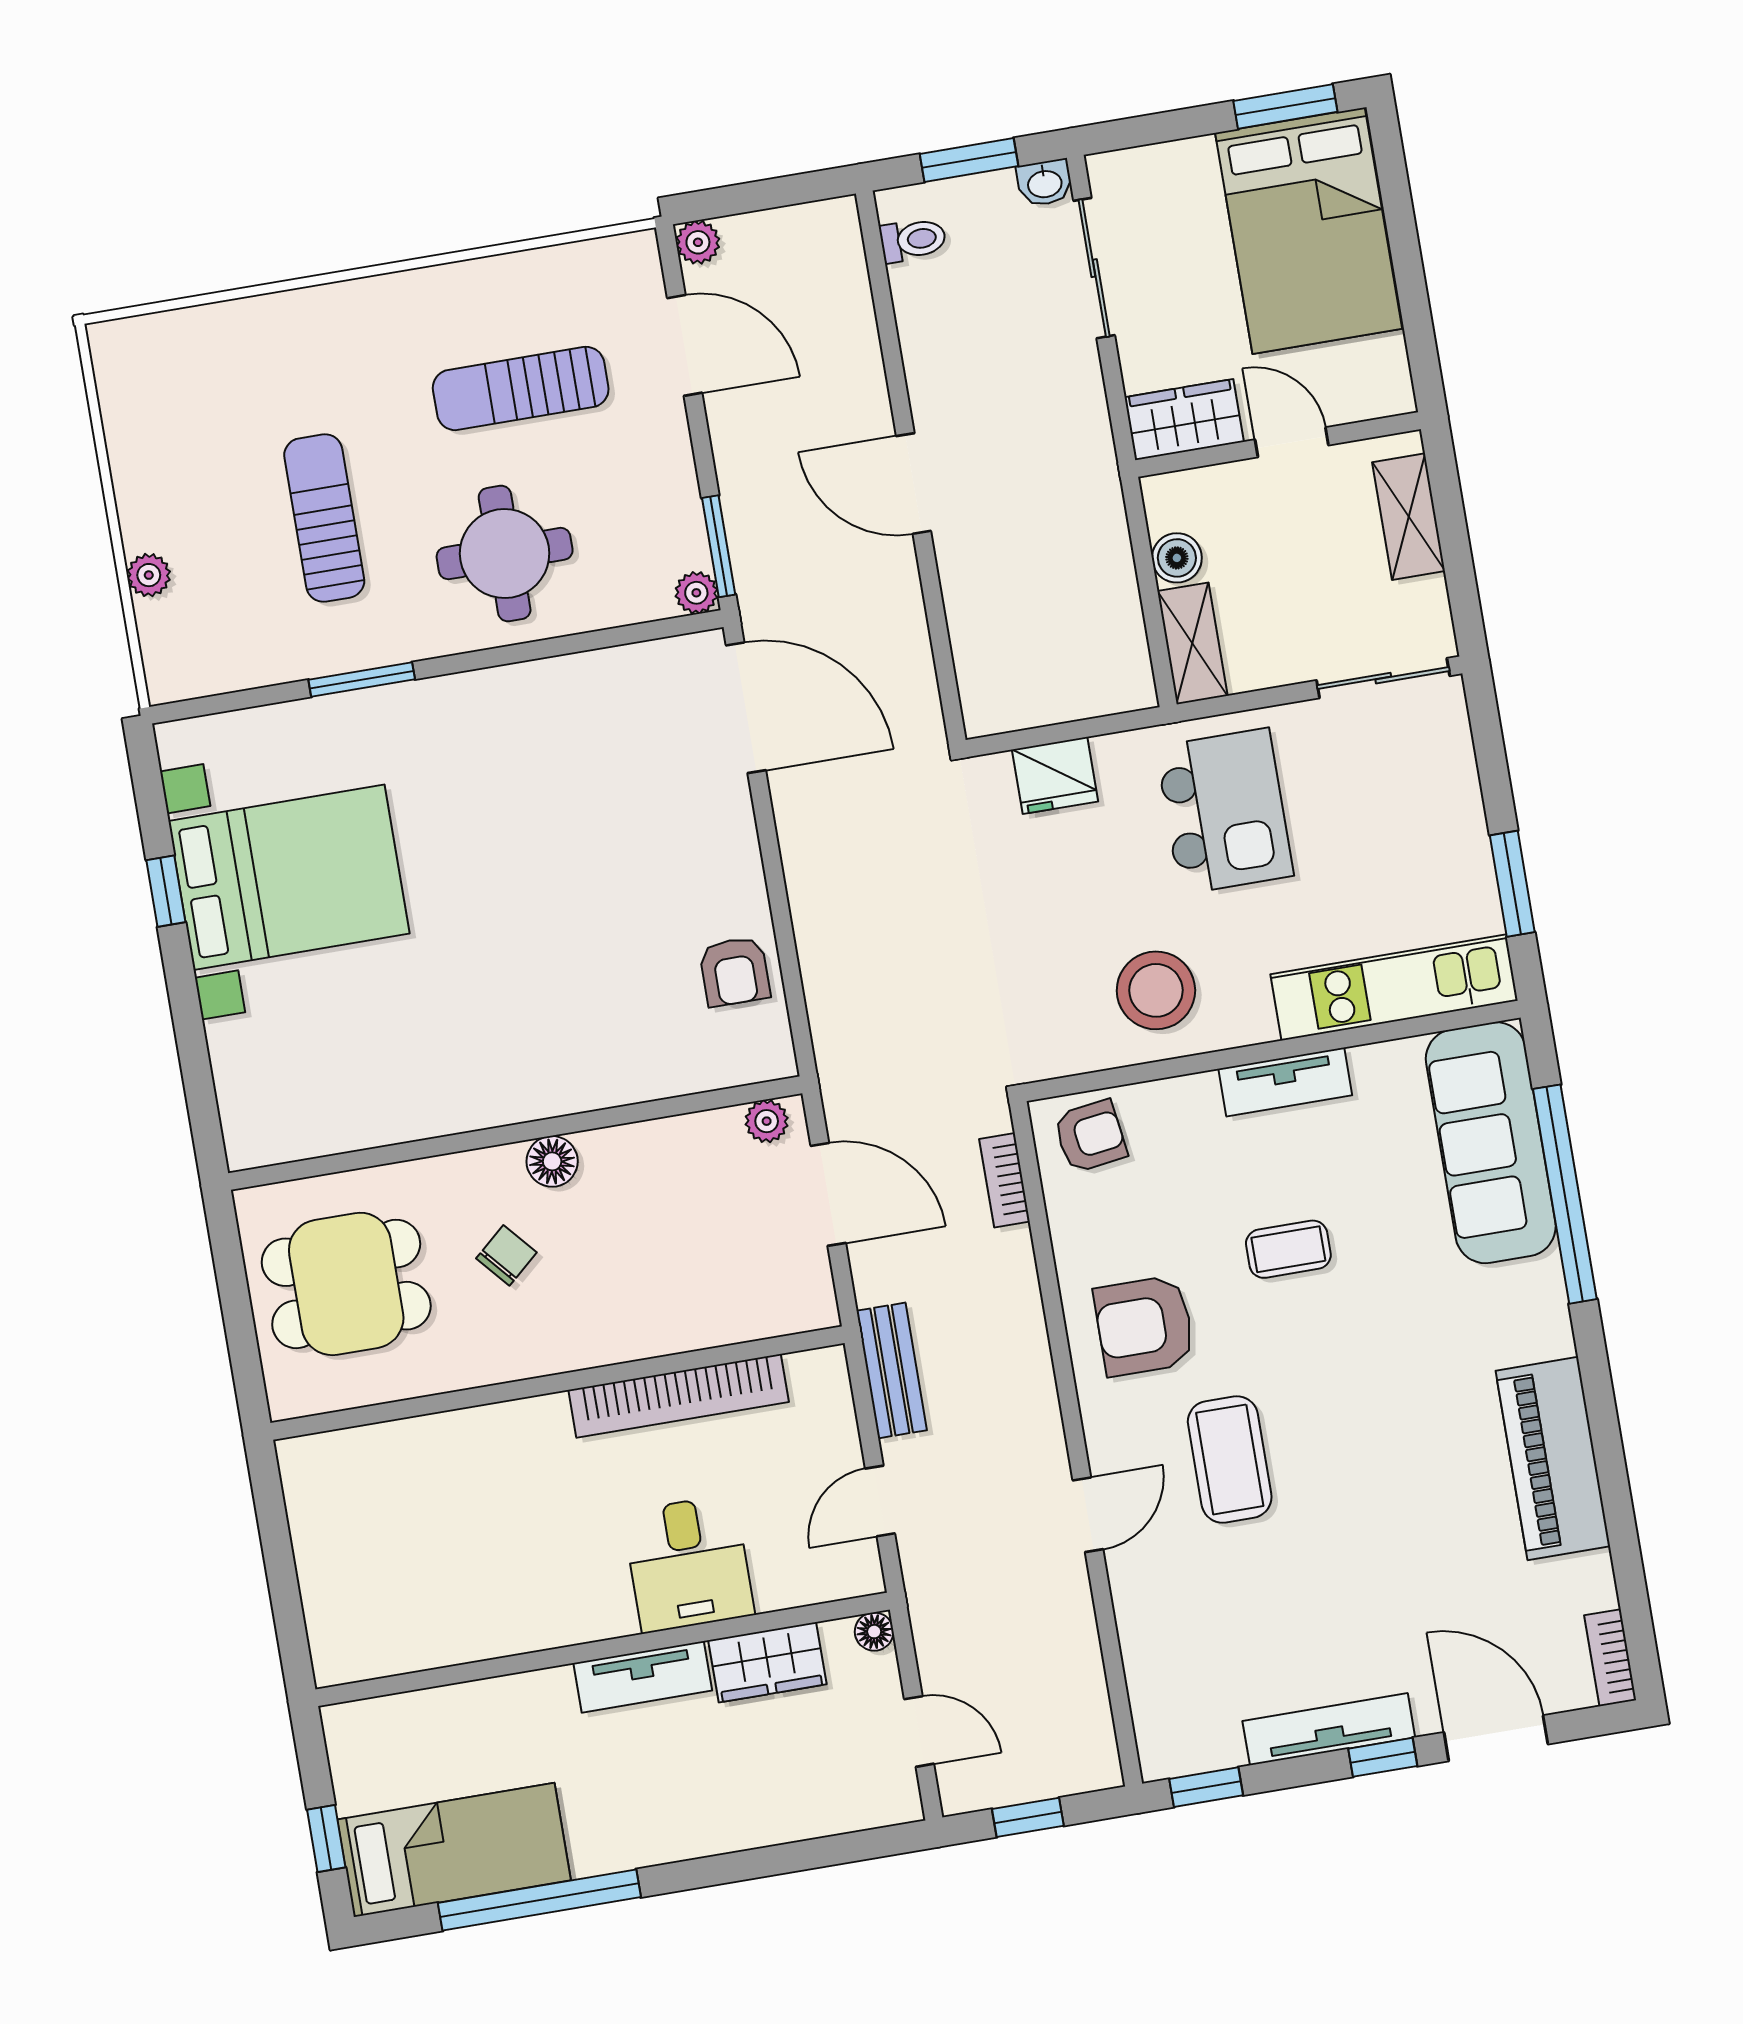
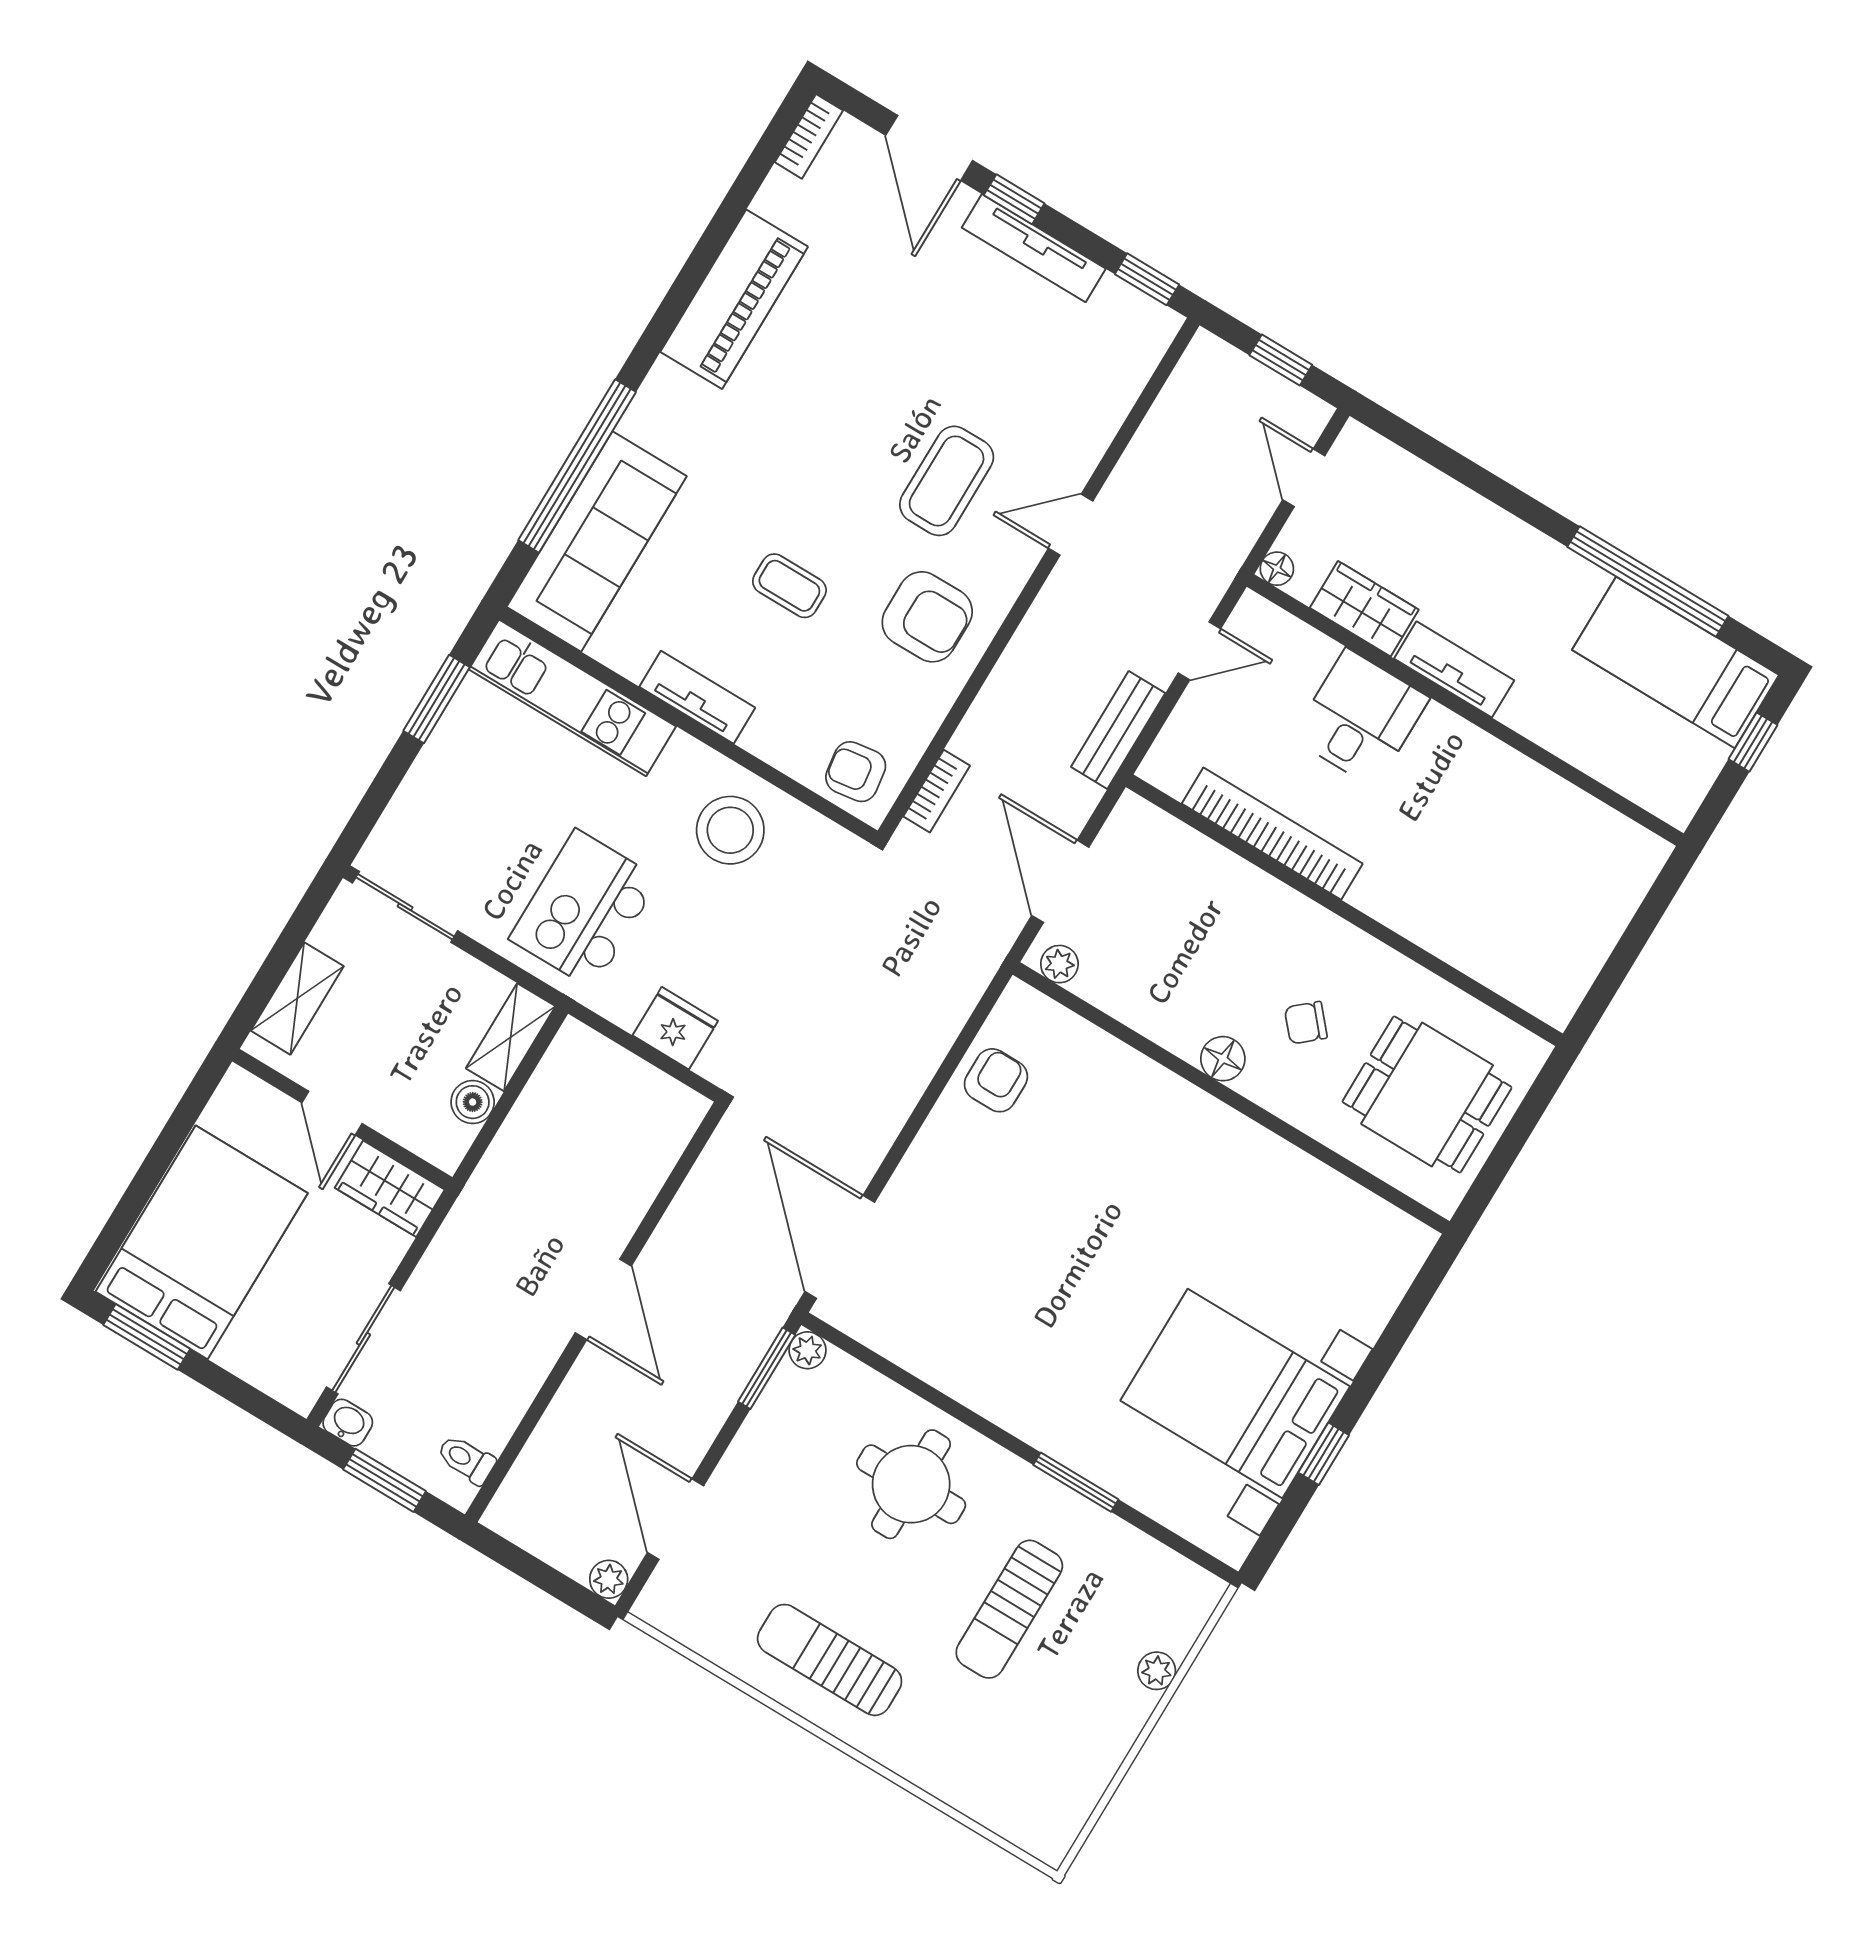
sun lounger: (521, 388) -> (830, 1660), moved, turned 180

